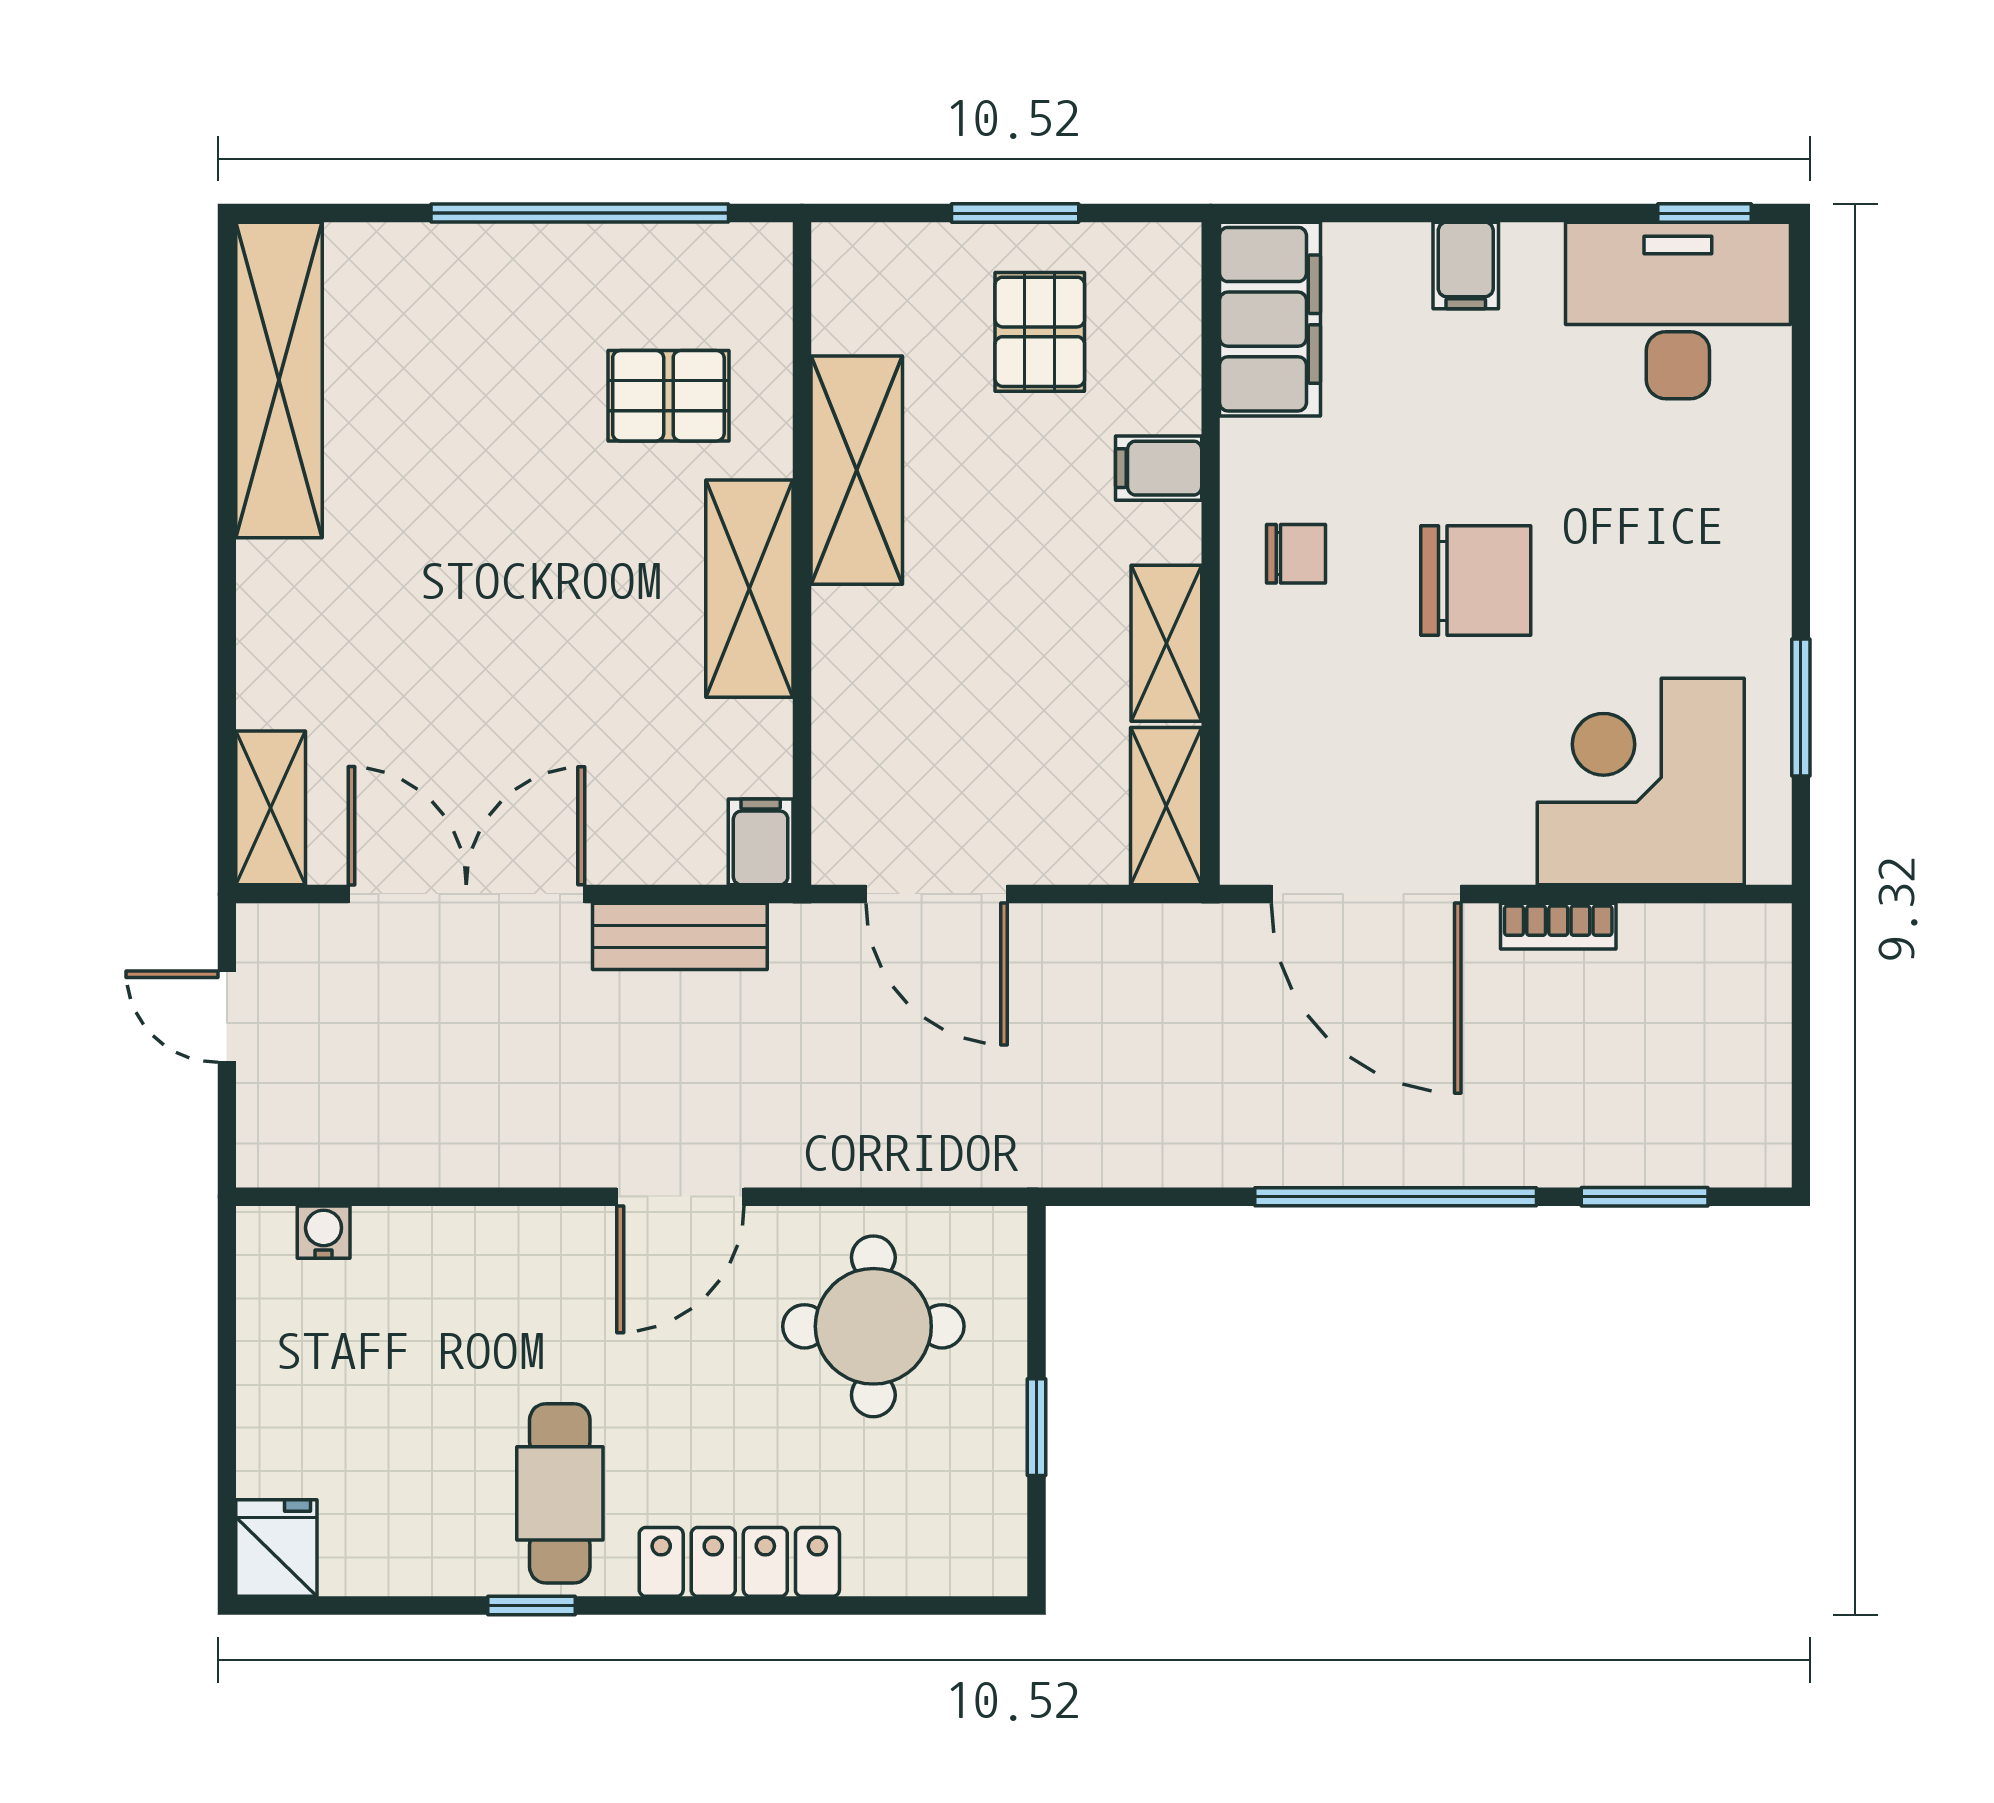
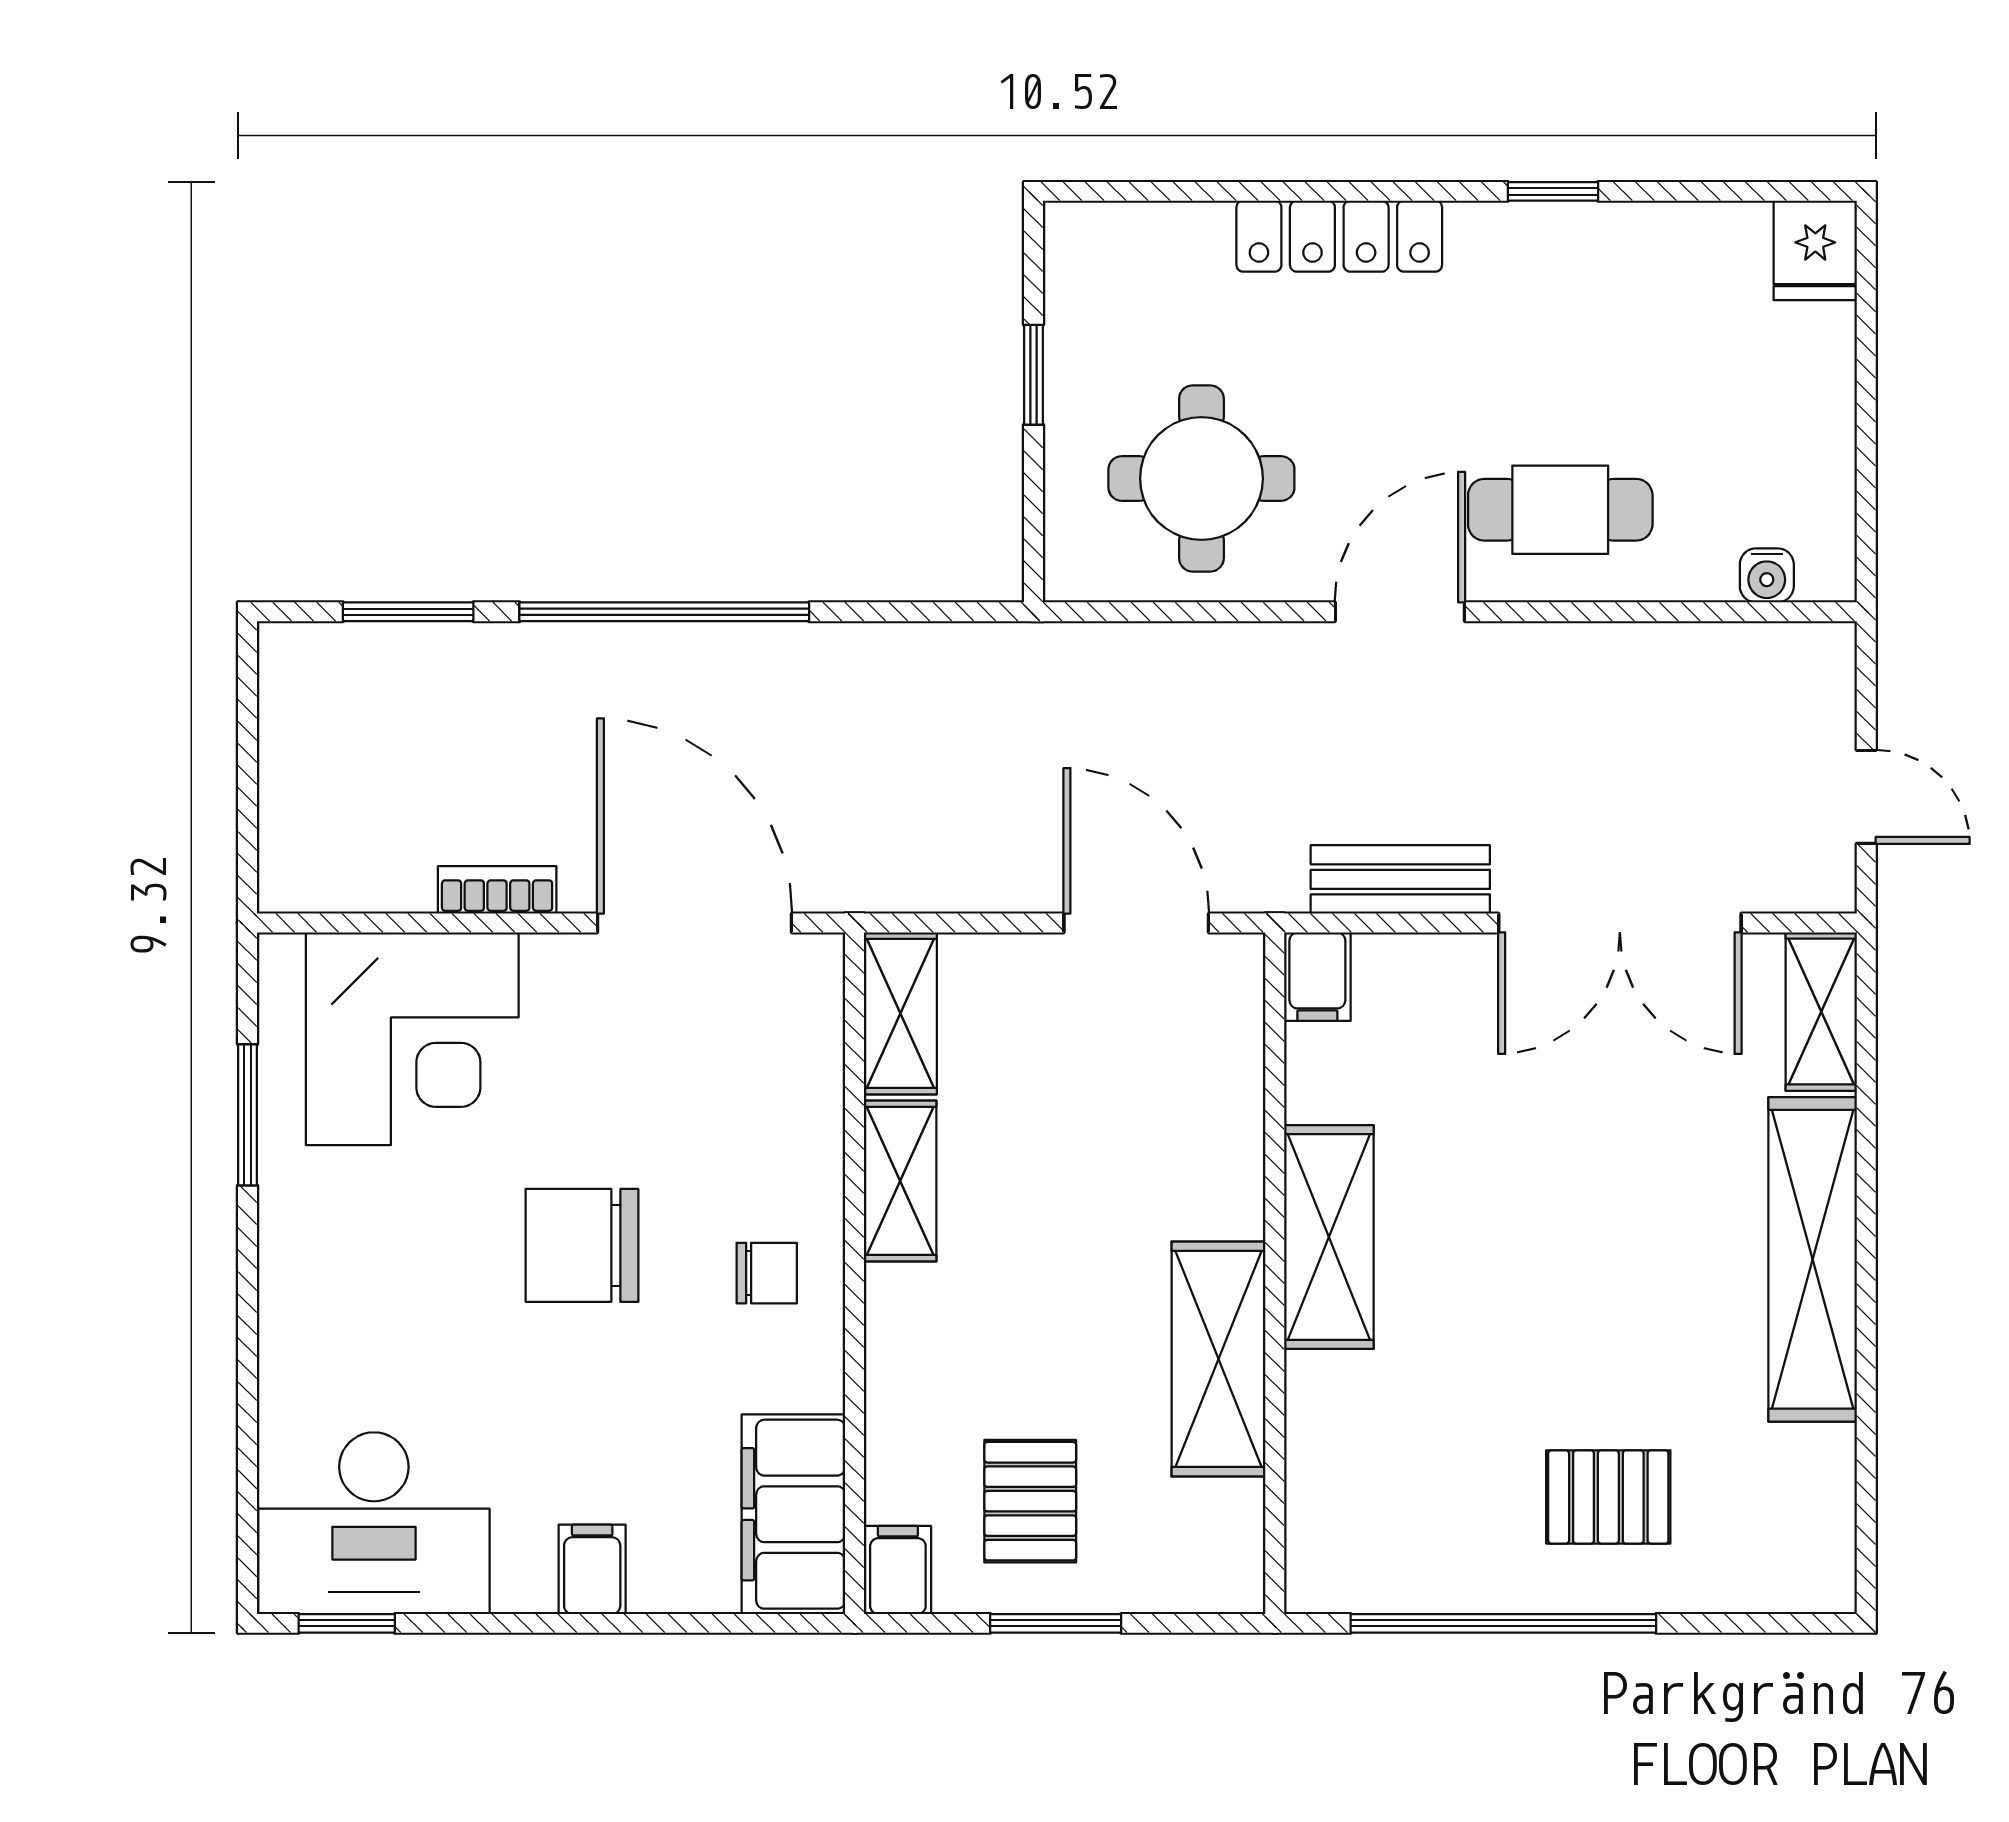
shelving: (279, 380) -> (1813, 1259), moved
pallet: (668, 396) -> (1608, 1497), moved
filing cabinet: (1159, 468) -> (898, 1570), moved, turned -90
chair: (1296, 554) -> (767, 1273), turned 180
cafe table: (560, 1493) -> (1560, 510), moved, turned 90

